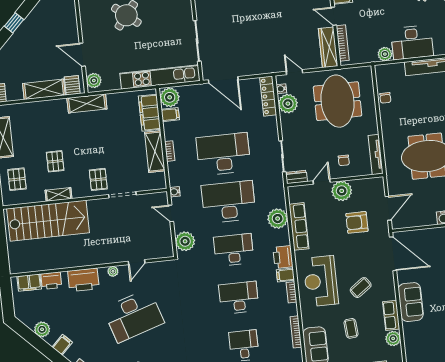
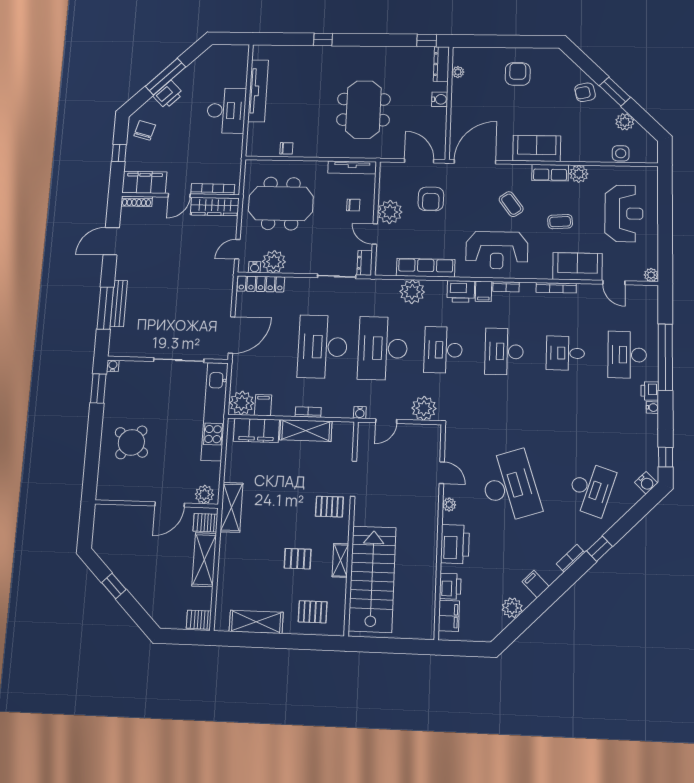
plant: (385, 54) -> (235, 143), removed

